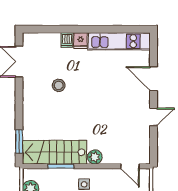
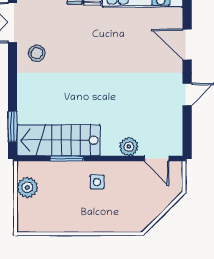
stool: (59, 85) -> (37, 53), moved
plant: (95, 157) -> (129, 147), moved

